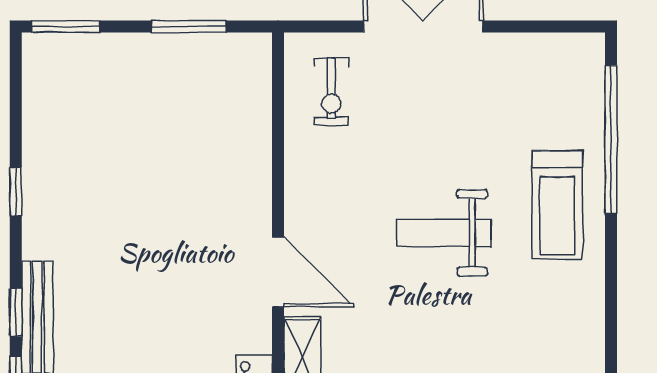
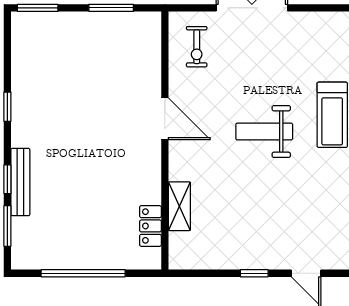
door: (278, 272) -> (165, 119), moved

